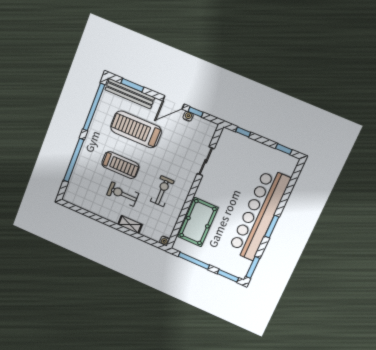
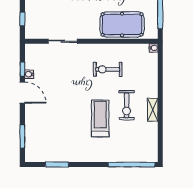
bench: (130, 94) -> (31, 136), removed
window: (94, 107) -> (57, 165), width x0.47
treadmill: (136, 129) -> (61, 117), removed
window: (74, 160) -> (132, 165), moved
shelving: (130, 225) -> (153, 110), moved

